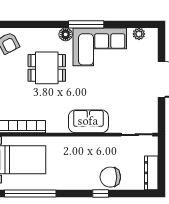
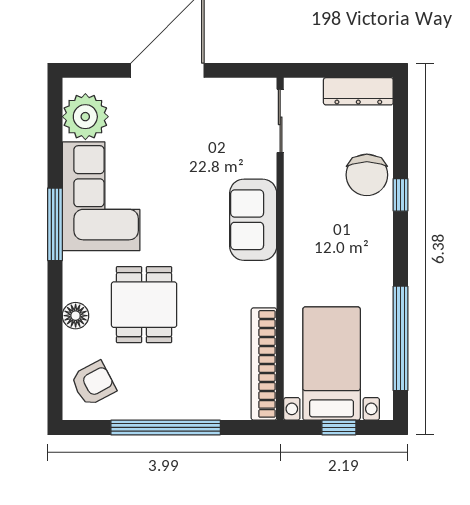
floor lamp: (66, 34) -> (76, 316), moved
plant: (139, 34) -> (85, 117), width x1.88, depth x1.88

